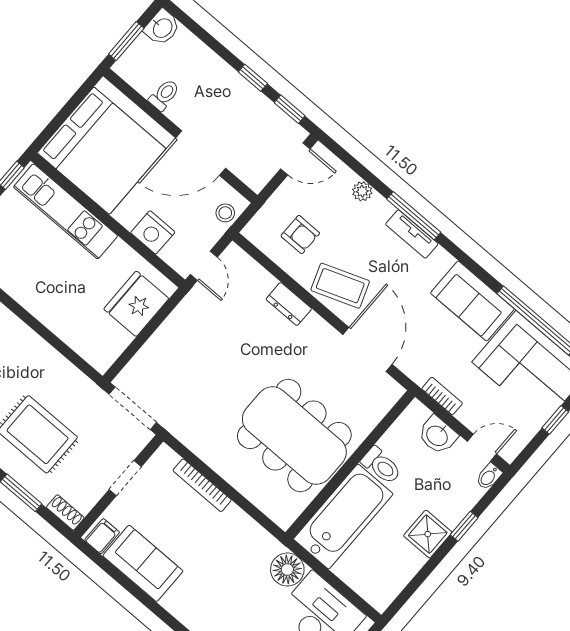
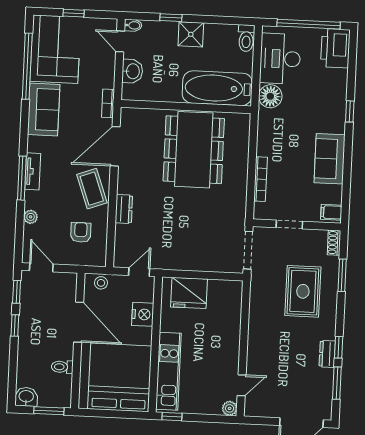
bookcase: (442, 396) -> (108, 103), moved
toilet: (381, 466) -> (246, 38), moved, turned 180
sofa: (143, 563) -> (330, 159), moved

